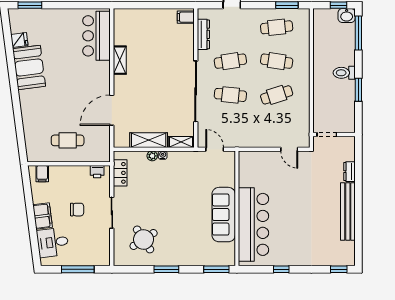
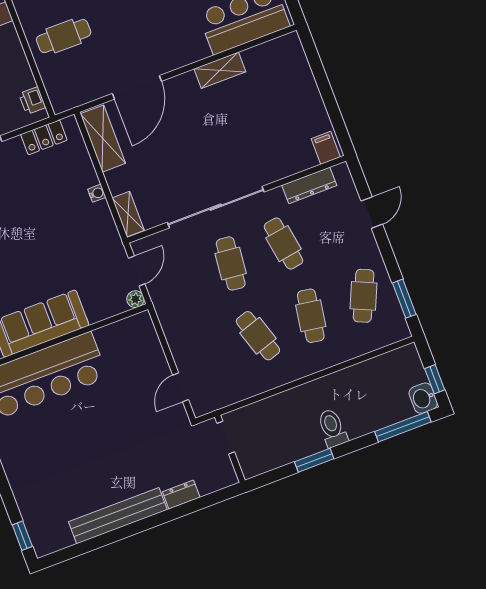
cafe table: (277, 27) -> (364, 296), turned 30
door: (112, 110) -> (137, 87), swing flipped
cafe table: (68, 140) -> (64, 36), turned 90
shelving: (149, 140) -> (103, 139), moved
plant: (152, 156) -> (135, 299), moved

